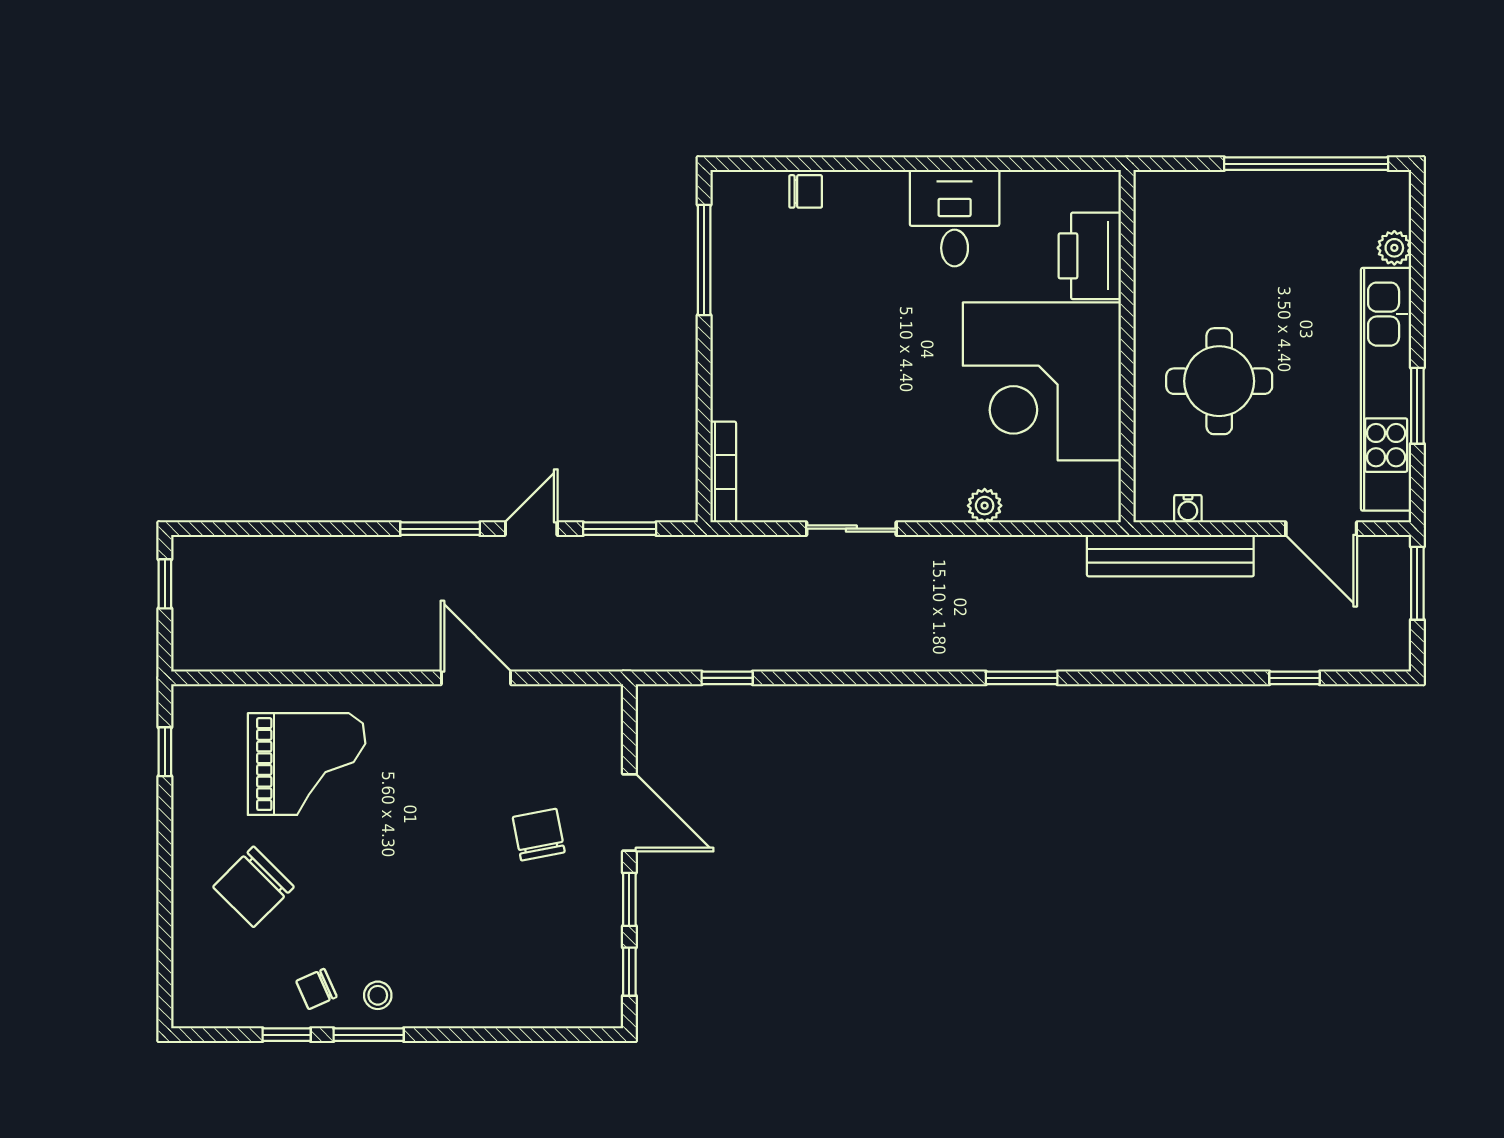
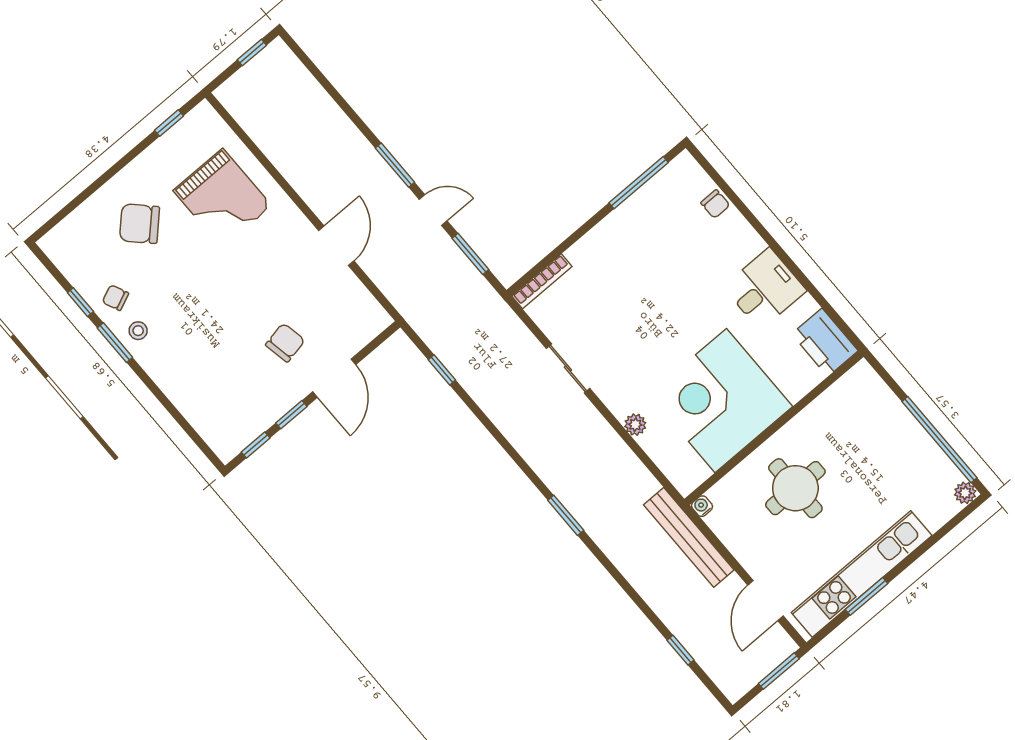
plant: (1394, 248) -> (965, 493), moved
printer: (1090, 256) -> (825, 342), moved, turned -90
water cooler: (1188, 509) -> (702, 506), moved, turned 90

